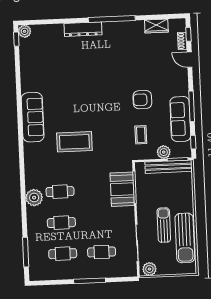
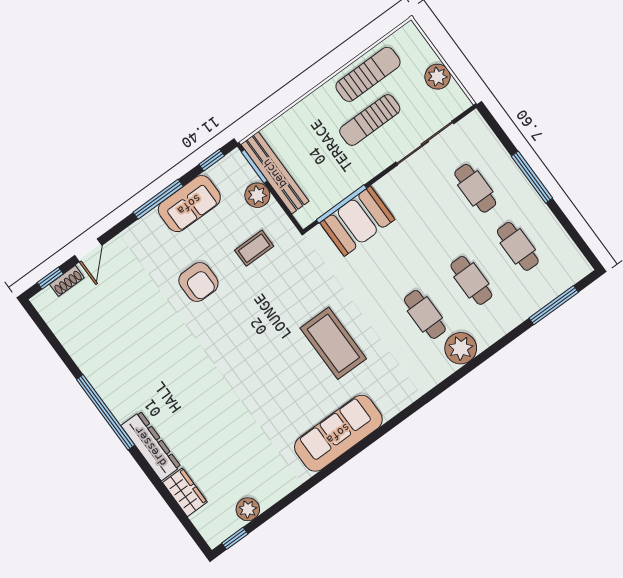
wardrobe: (156, 26) -> (185, 492), moved
plant: (25, 31) -> (248, 509), moved
sofa: (180, 119) -> (189, 204), width x0.73
sun lounger: (185, 238) -> (368, 74), width x0.73, depth x0.75
plant: (149, 269) -> (438, 77), moved

